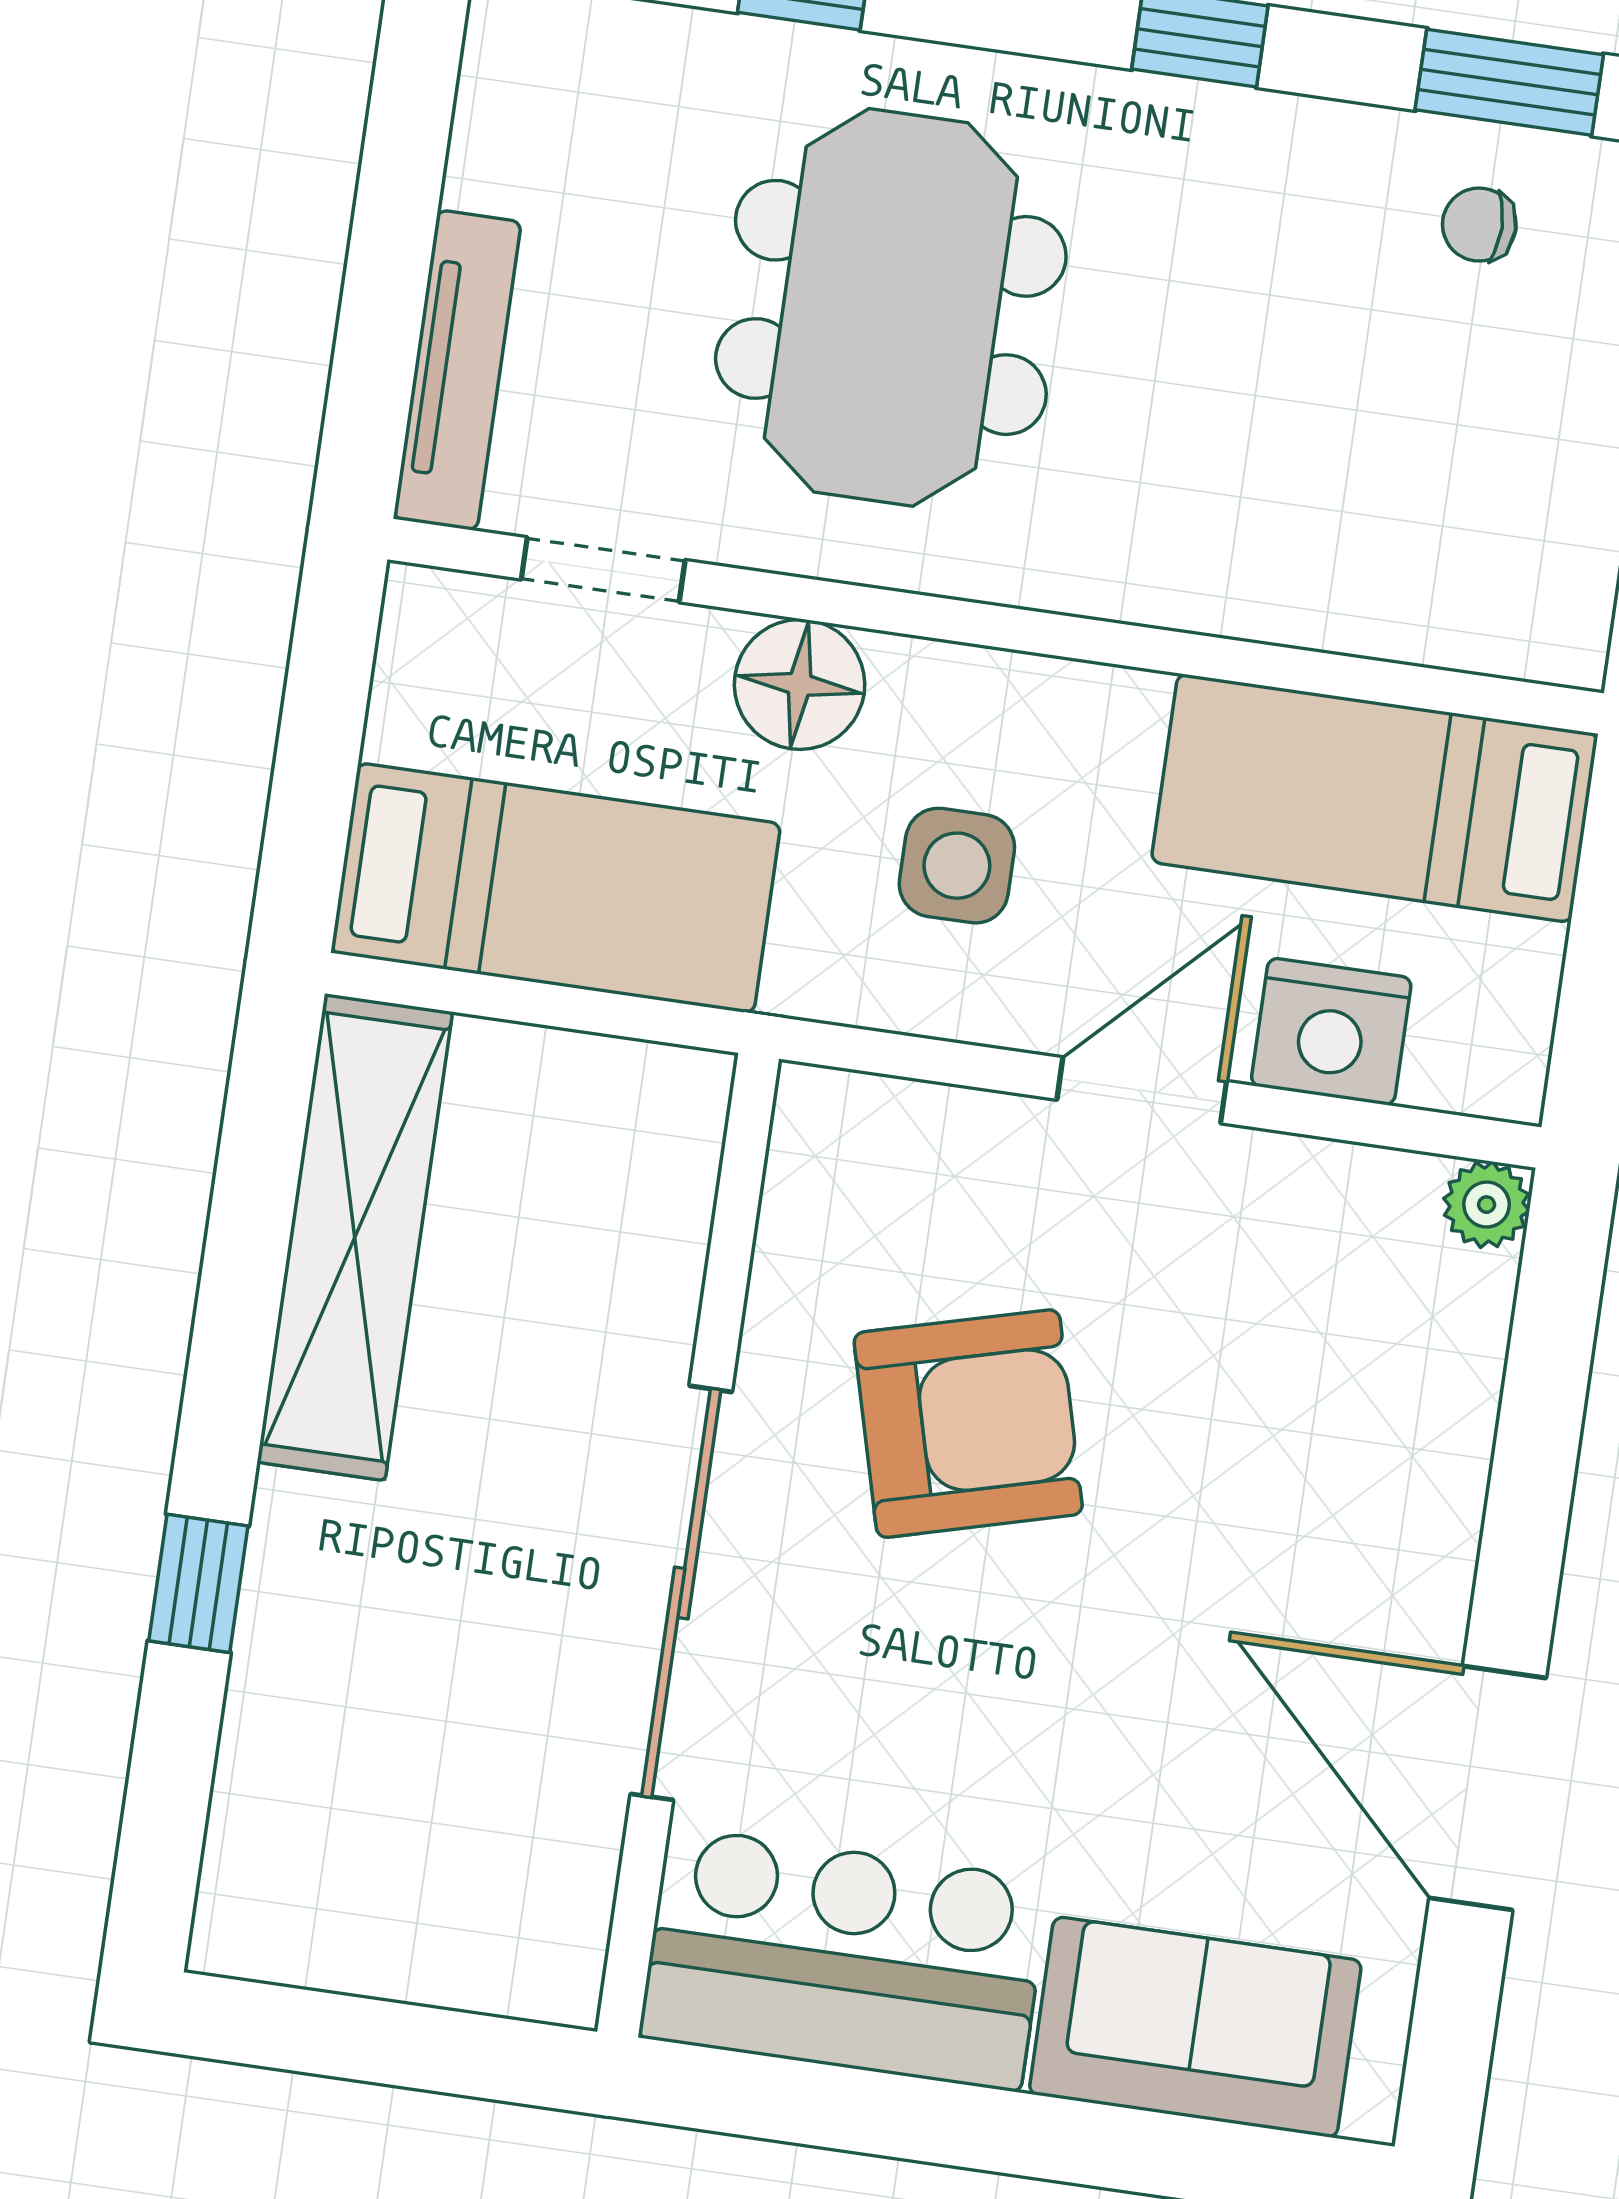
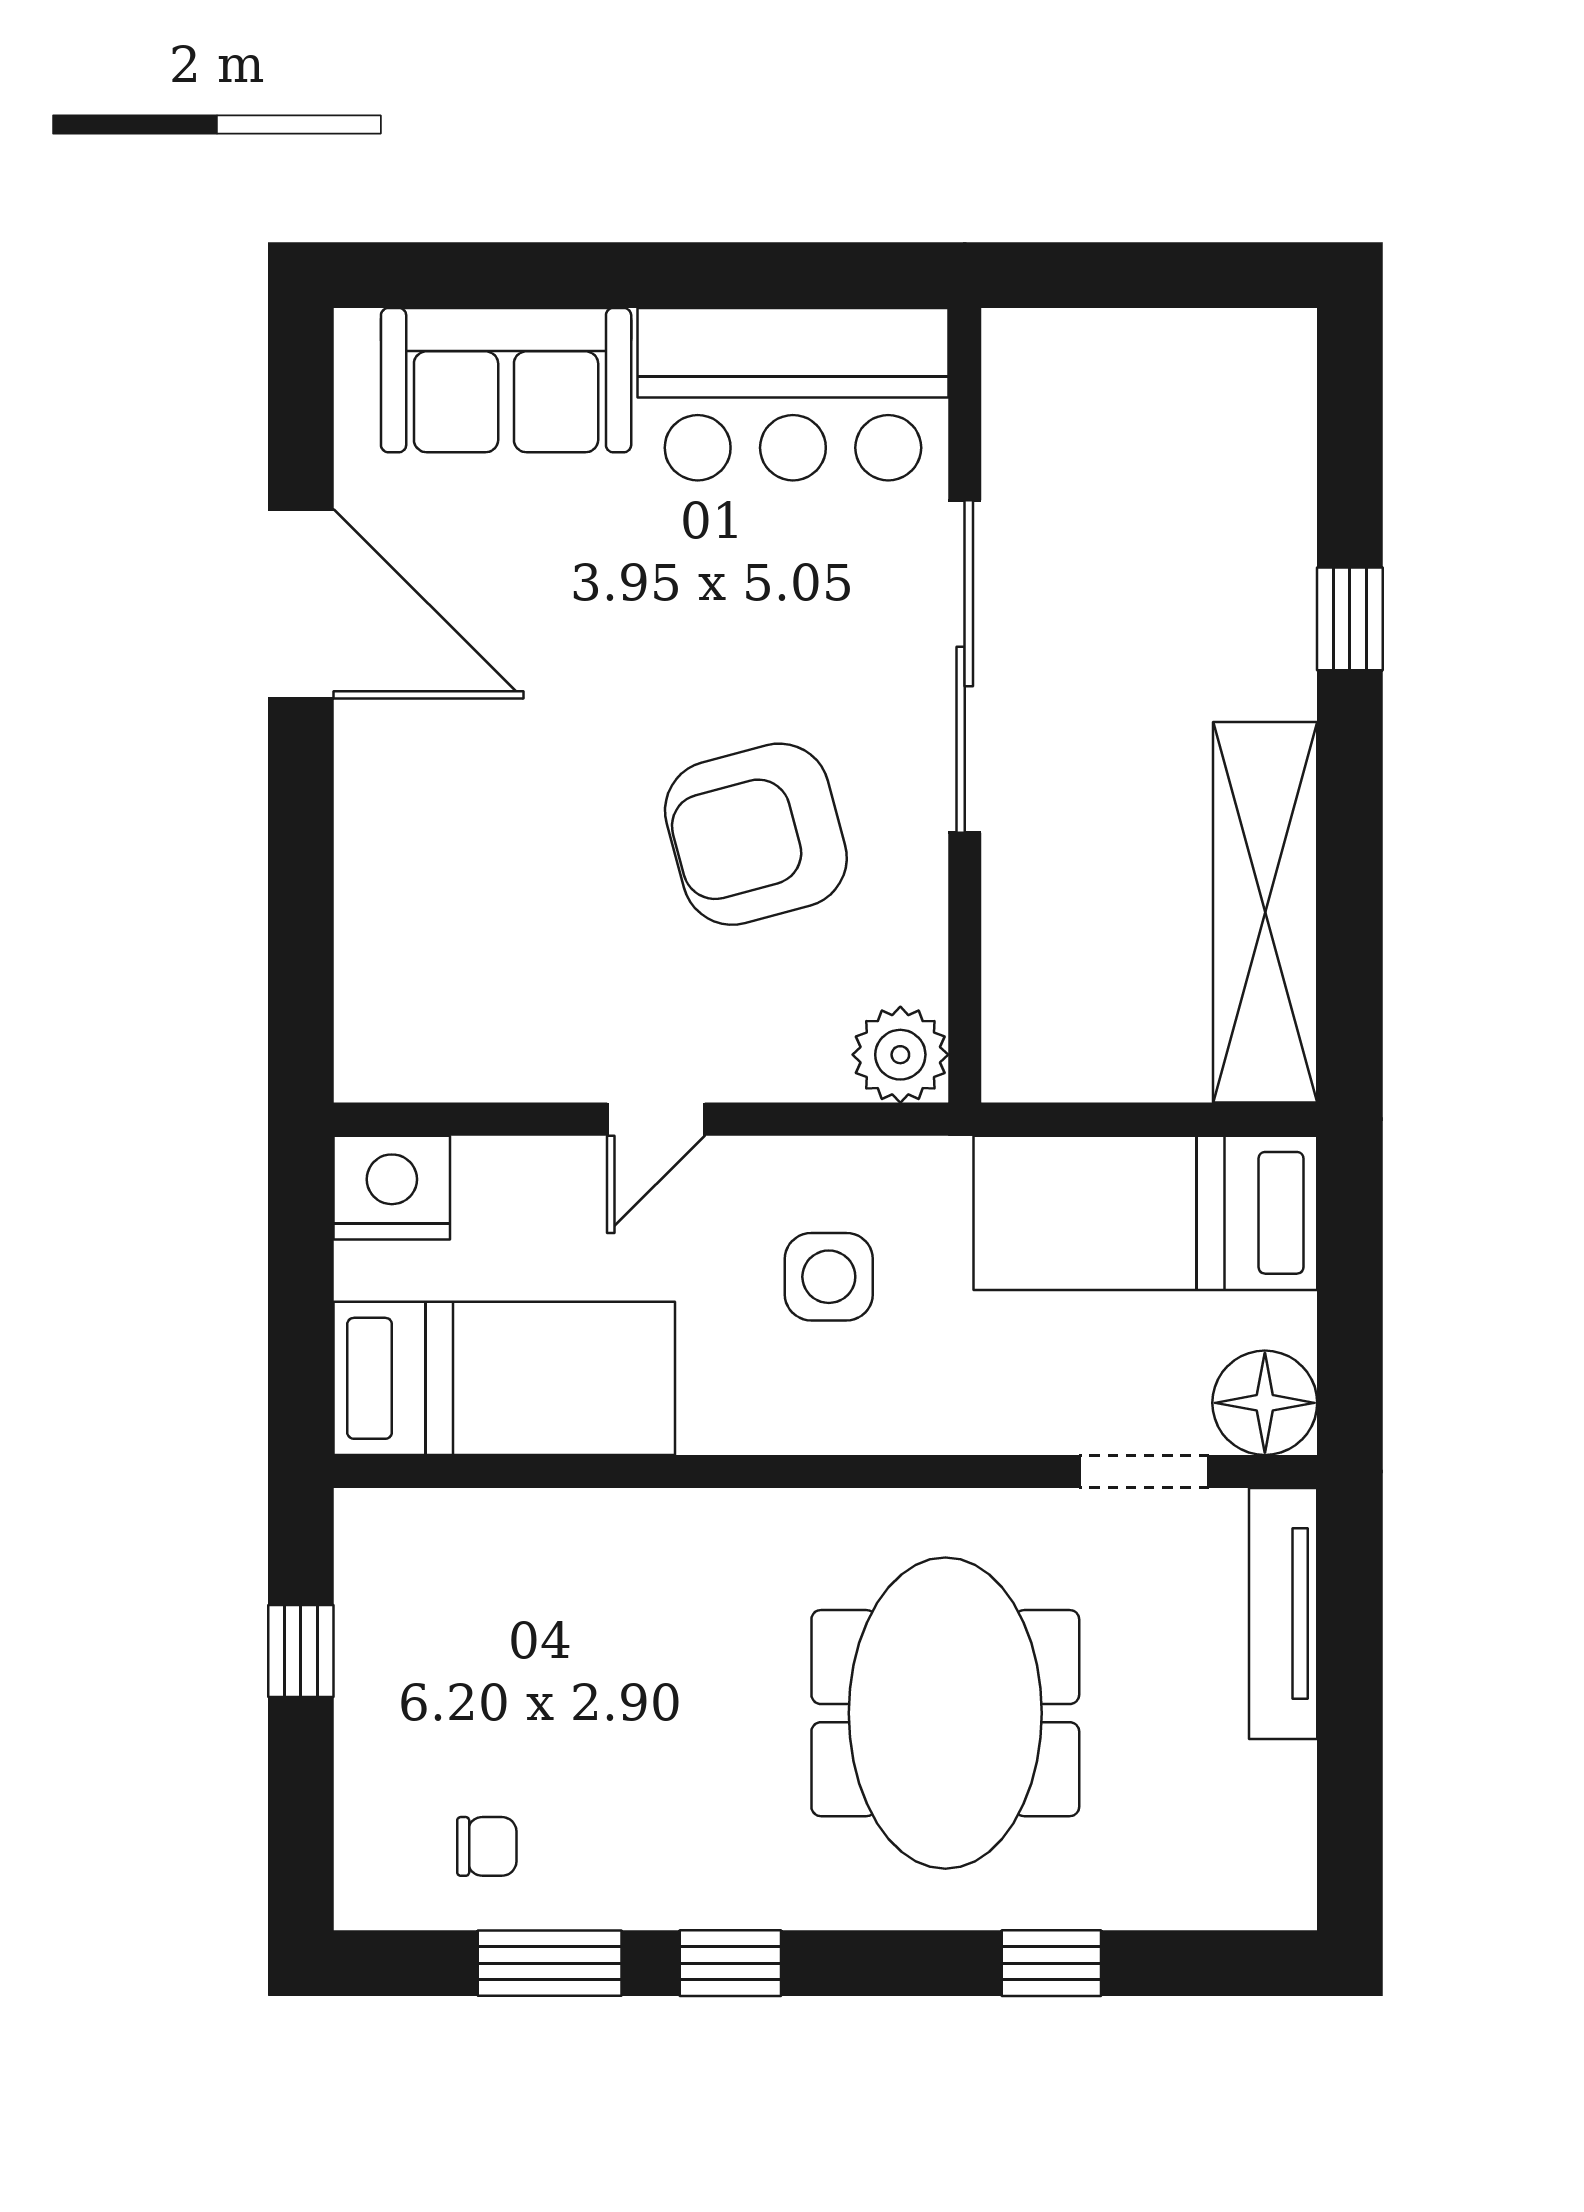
window: (1509, 82) -> (550, 1963), moved
floor lamp: (800, 684) -> (1265, 1403), moved
nightstand: (1331, 1032) -> (392, 1188), moved
door: (1142, 1090) -> (656, 1119), width x0.73
plant: (1487, 1205) -> (900, 1055), moved, width x1.38, depth x1.38

